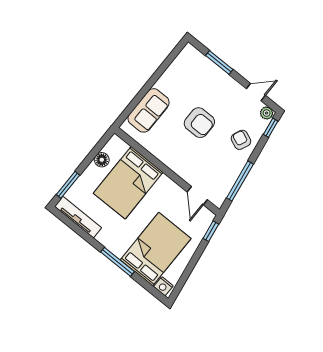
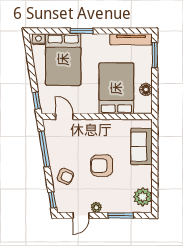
plant: (185, 63) -> (143, 197), added
plant: (267, 113) -> (96, 207), moved
window: (117, 262) -> (82, 31), width x0.69

